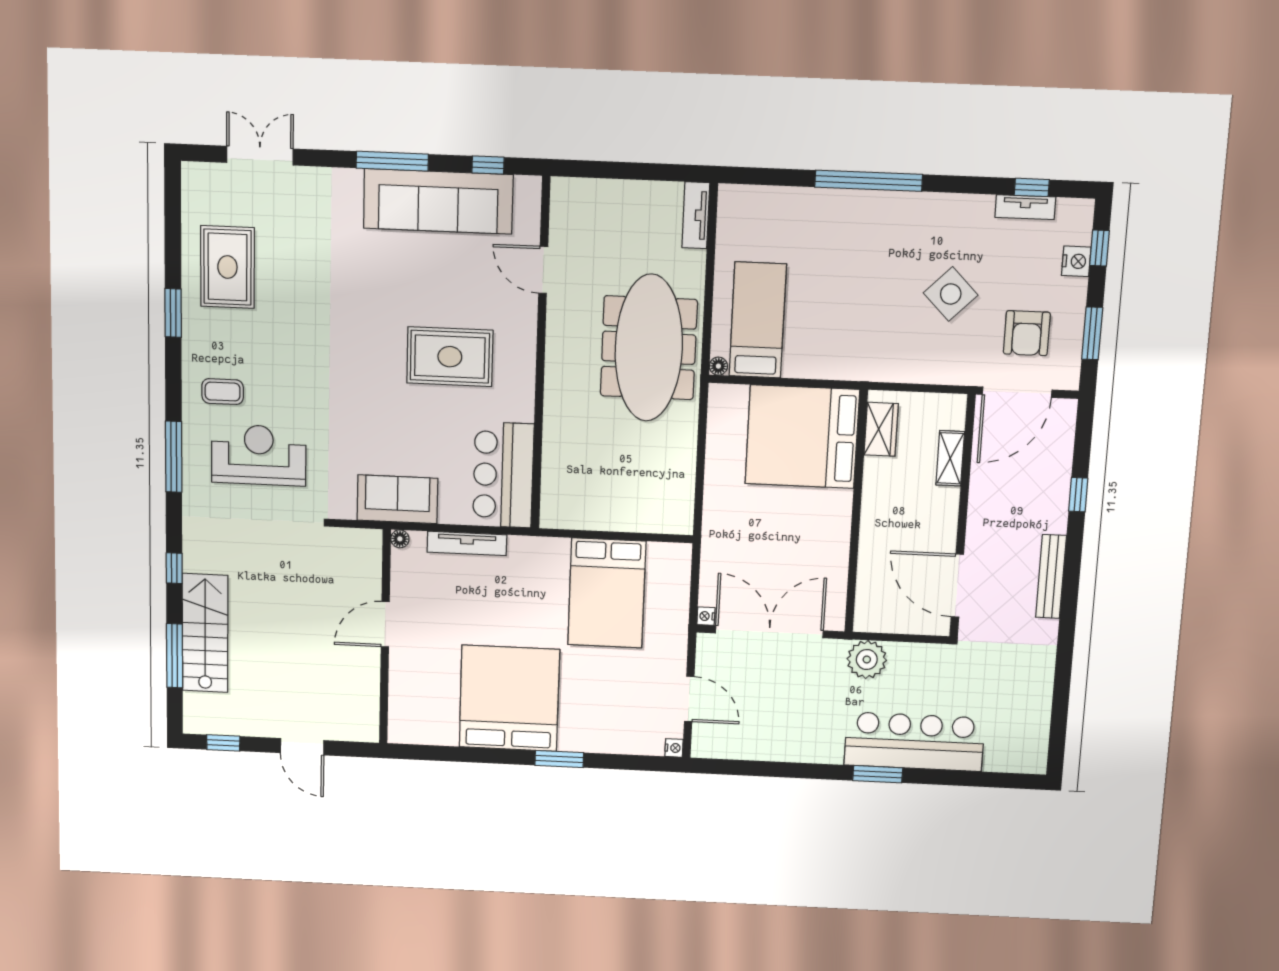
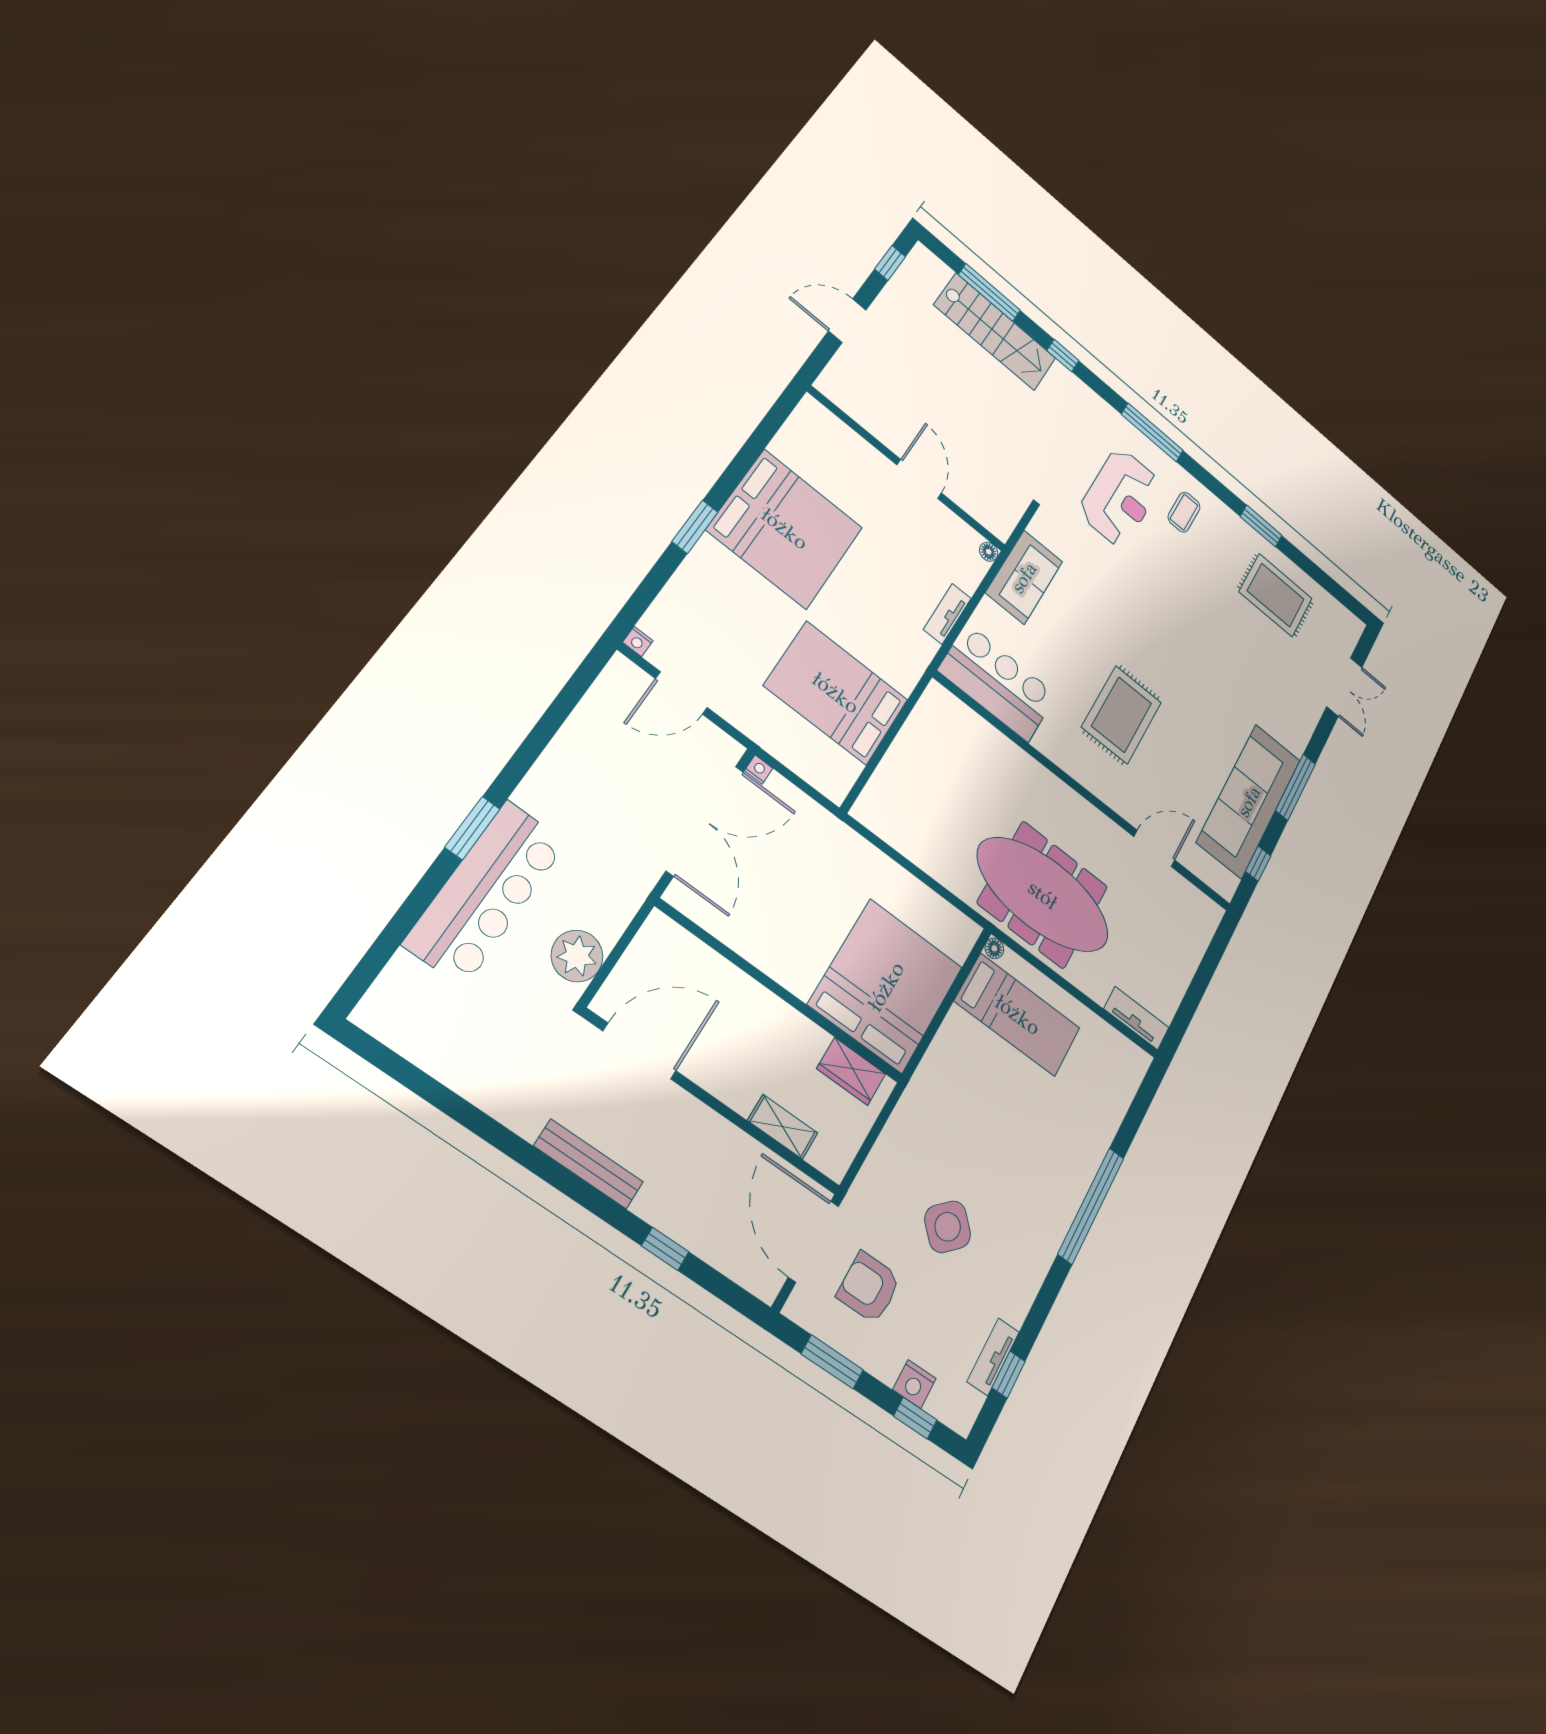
tv unit: (467, 543) -> (947, 614), width x0.71
plant: (867, 660) -> (577, 956), moved

